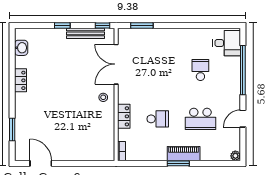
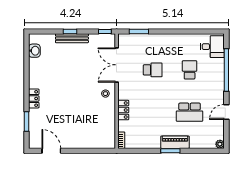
bench: (85, 33) -> (72, 38), moved
locker: (20, 80) -> (34, 98), moved
school desk: (158, 119) -> (153, 70), moved

